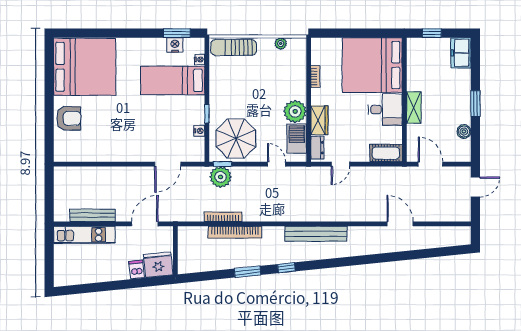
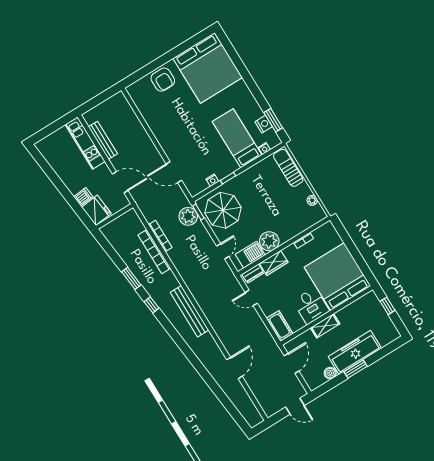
freezer: (461, 53) -> (355, 352), moved, width x1.91, depth x1.26

